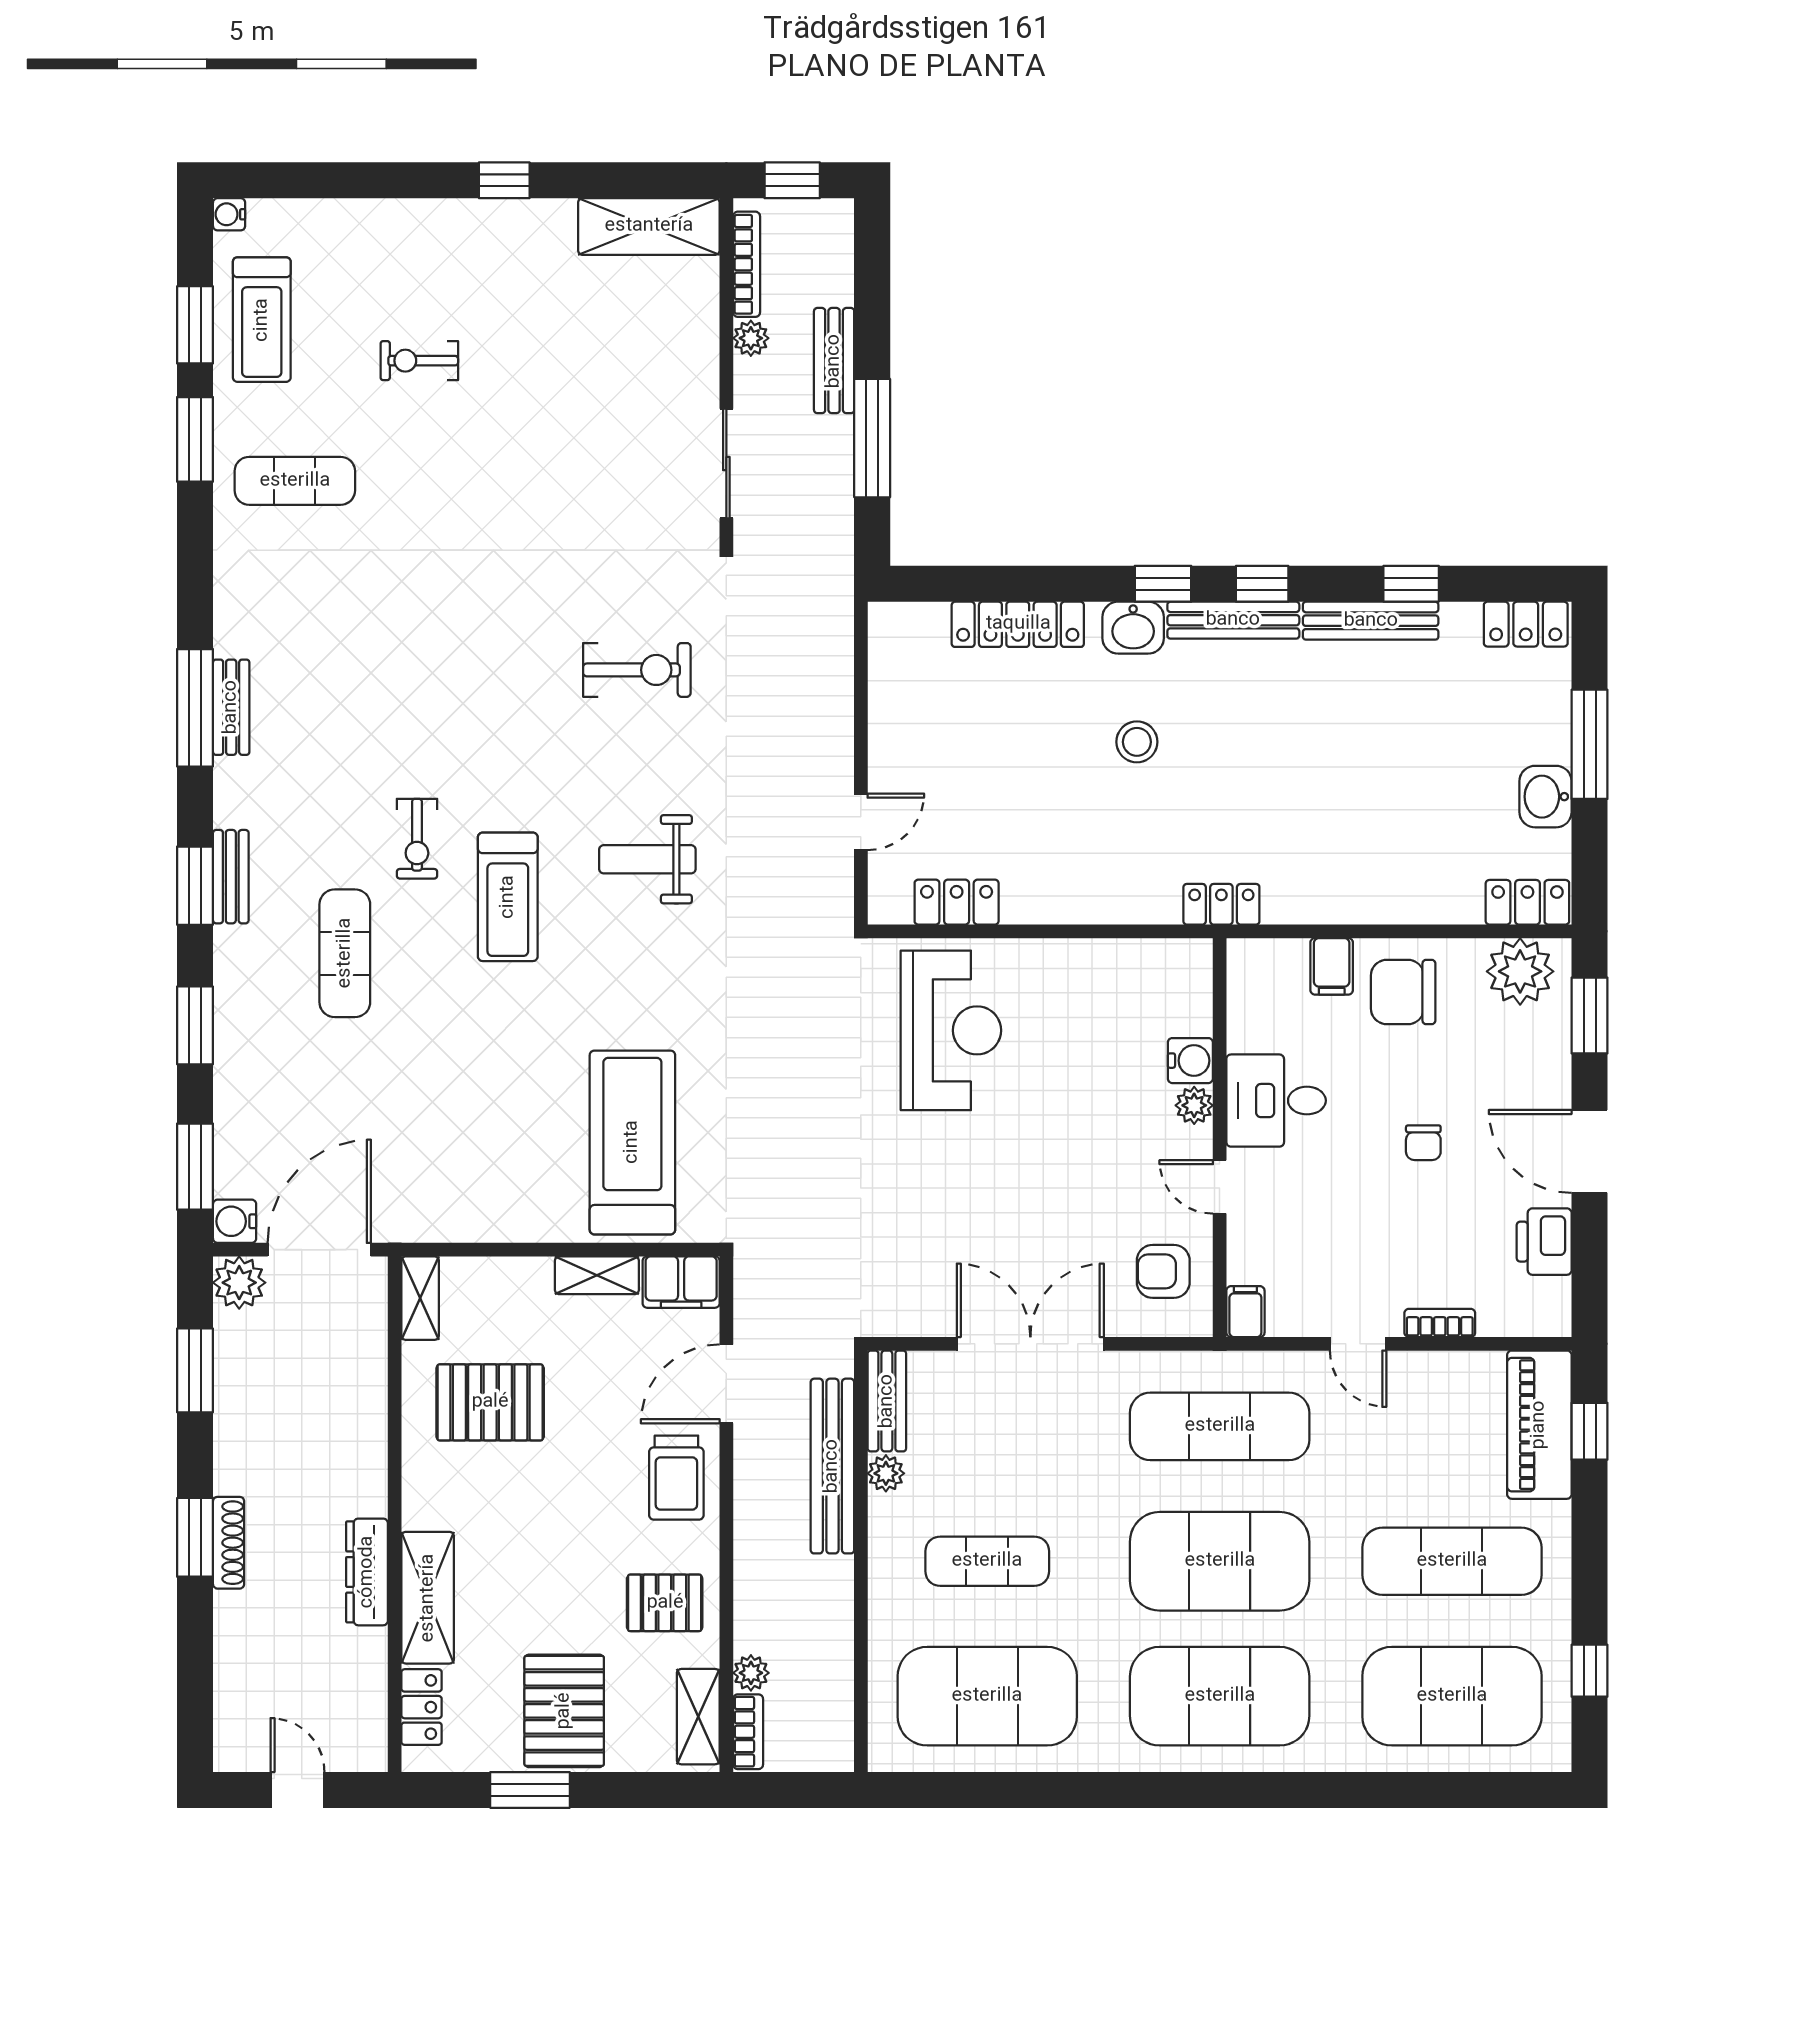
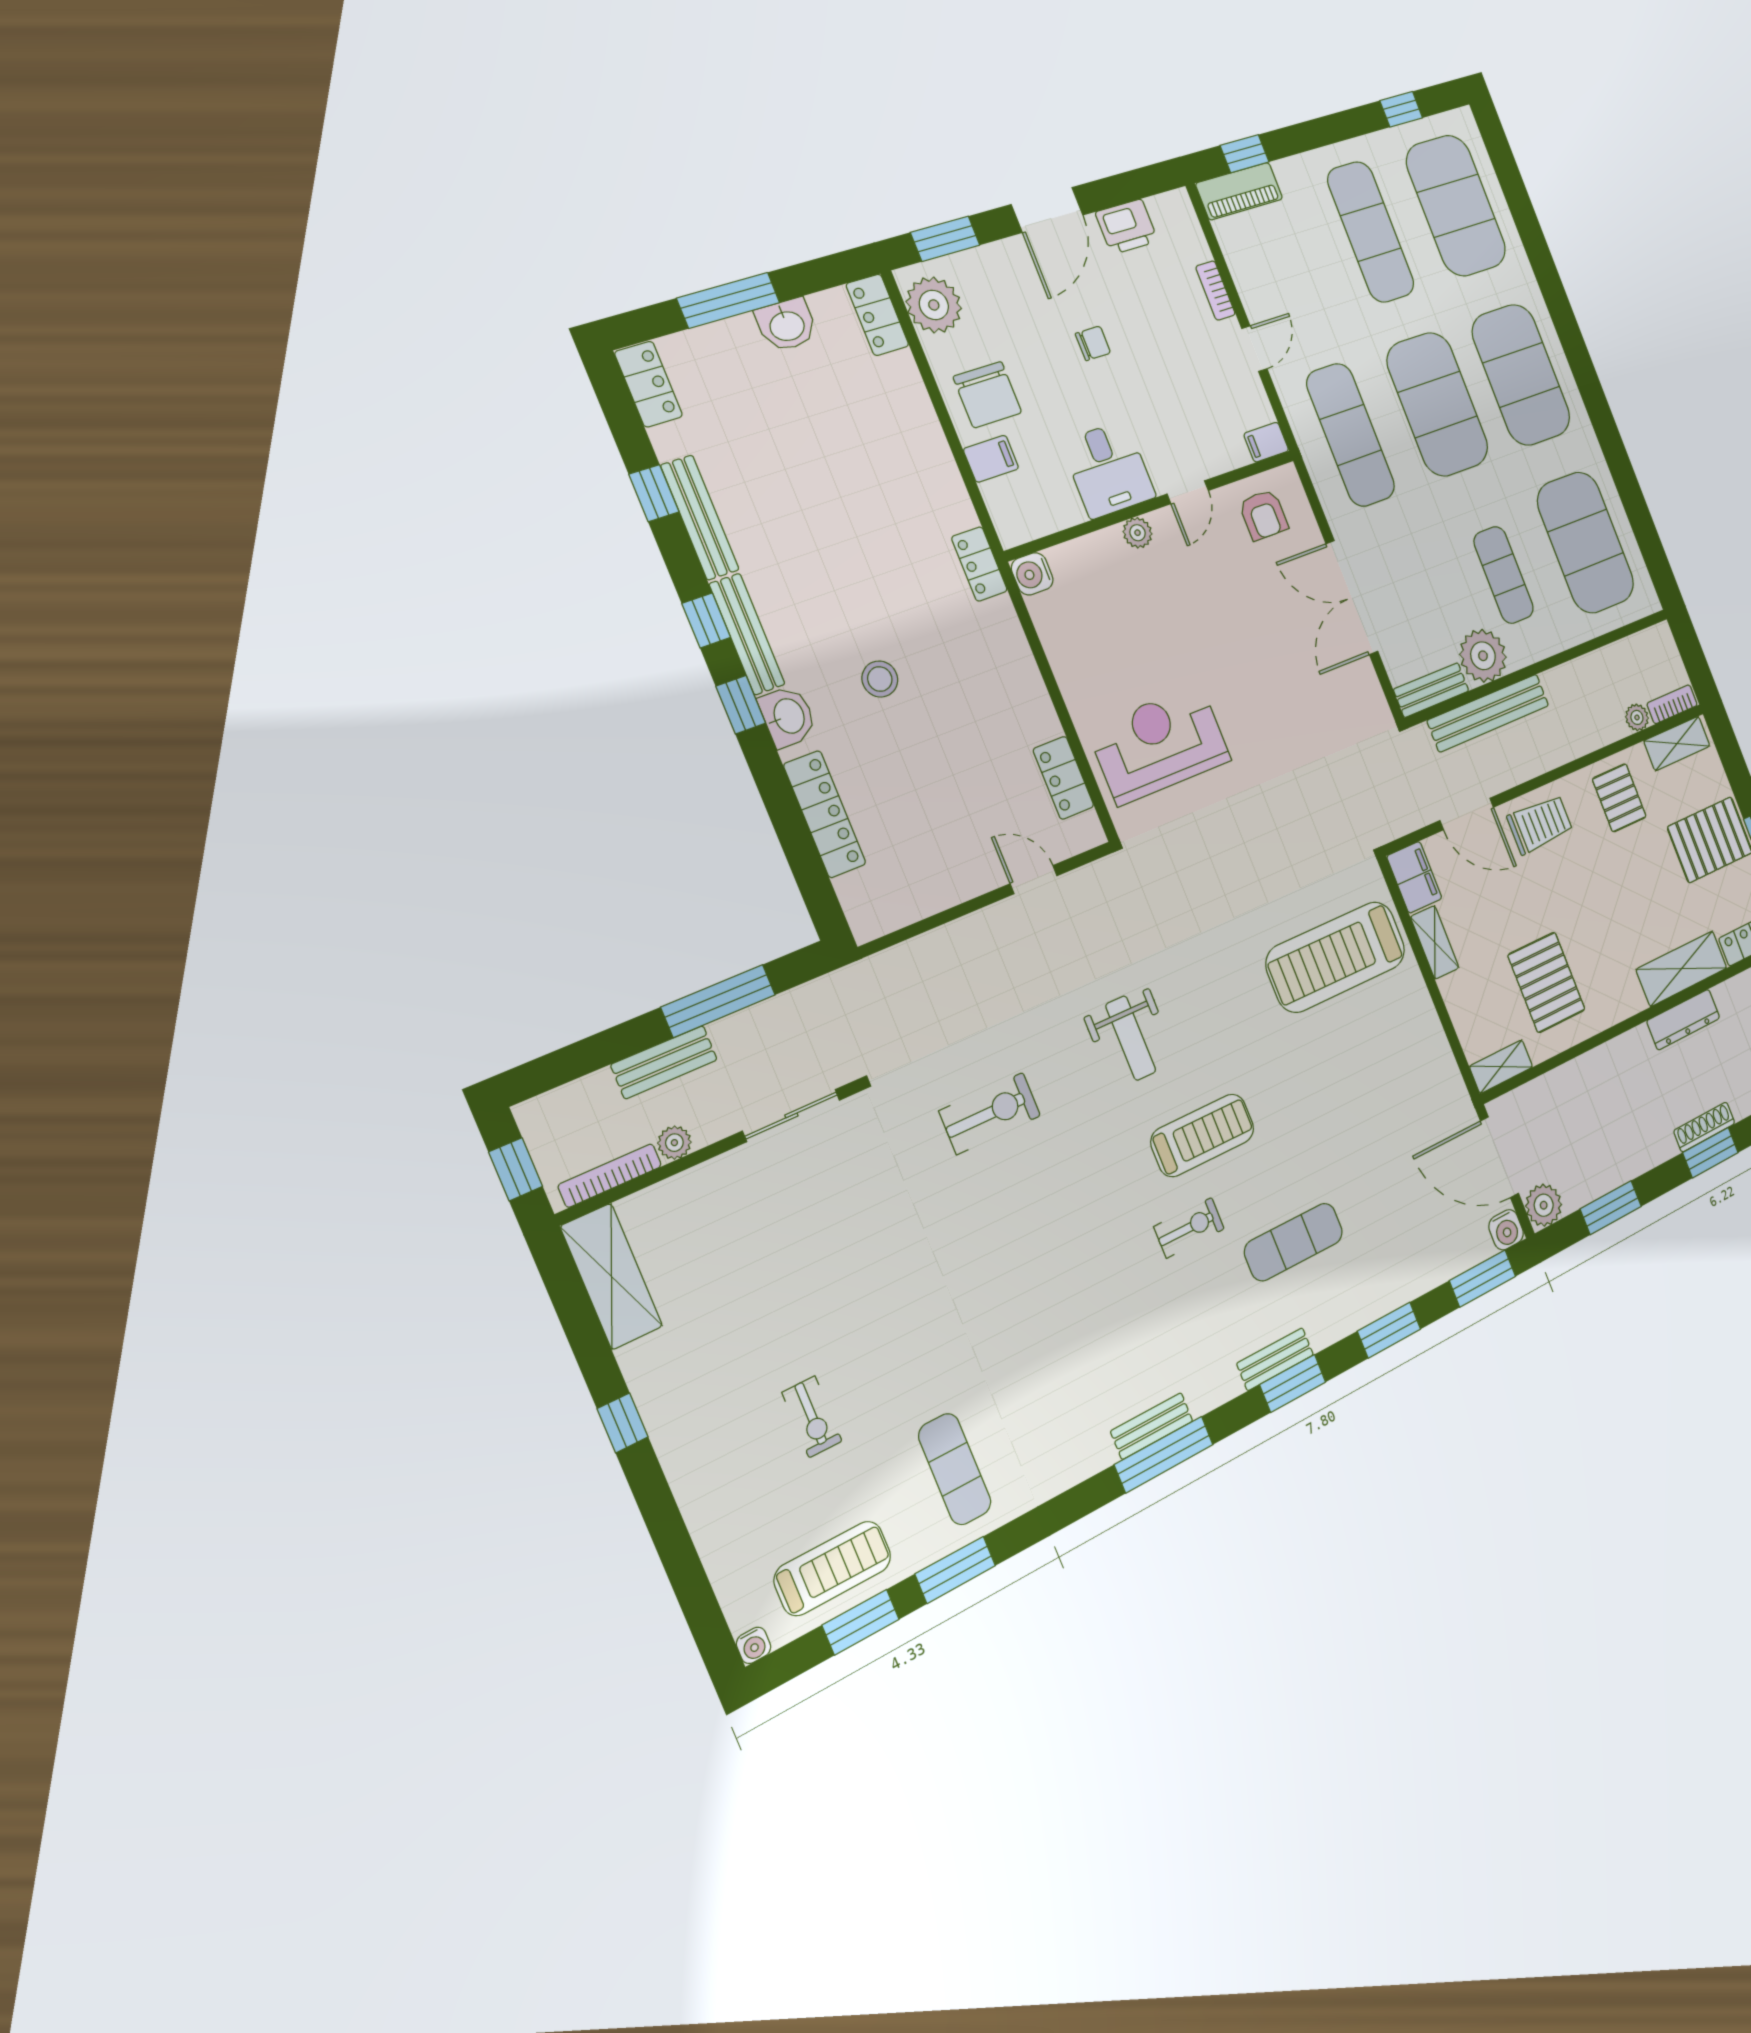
exercise bike: (637, 670) -> (990, 1113), turned 90
water cooler: (1190, 1061) -> (1032, 574), moved, turned -90
piano: (1539, 1425) -> (1239, 191), width x0.73, depth x0.75
plant: (886, 1473) -> (1483, 656), width x1.87, depth x1.87

